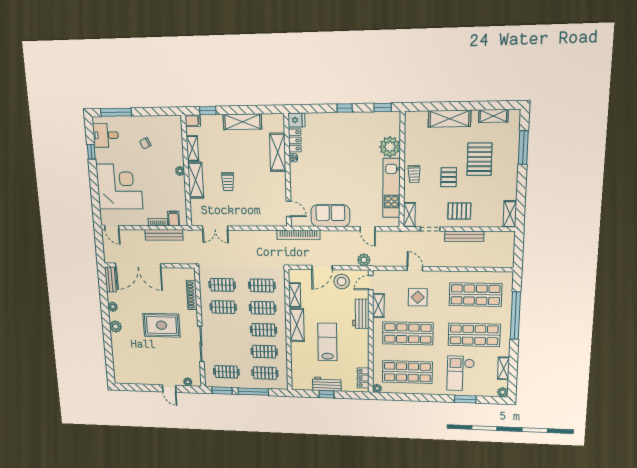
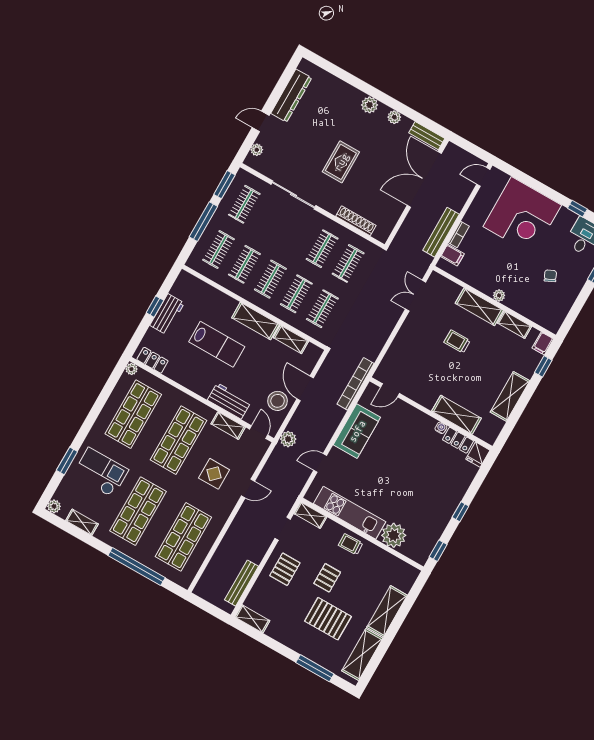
shelving: (493, 116) -> (362, 655), width x1.50, depth x1.33
pallet: (449, 177) -> (327, 578), turned 90
bench: (464, 236) -> (241, 583), moved
rug: (161, 325) -> (341, 162), width x0.73, depth x0.70
dresser: (142, 378) -> (291, 96), added

